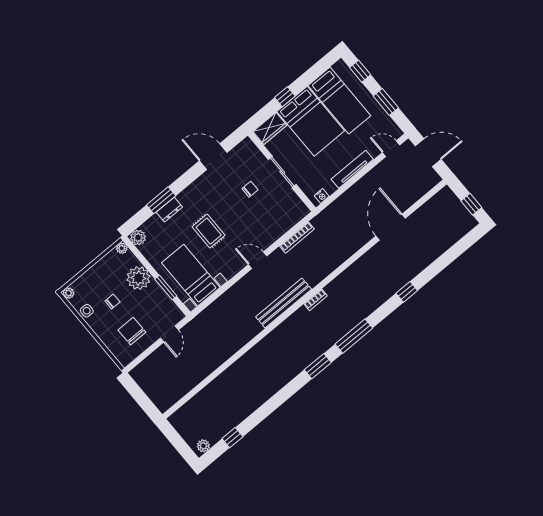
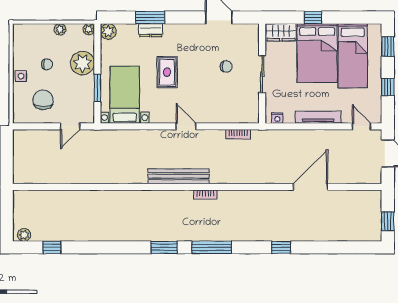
window: (386, 102) -> (388, 87), width x0.67
bookcase: (297, 238) -> (238, 134), width x0.64
plant: (68, 293) -> (60, 29), moved
side table: (87, 311) -> (21, 76), moved

